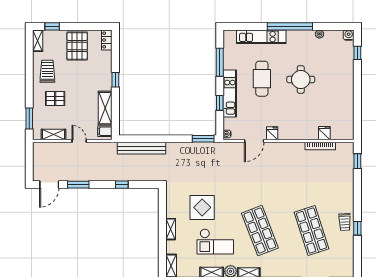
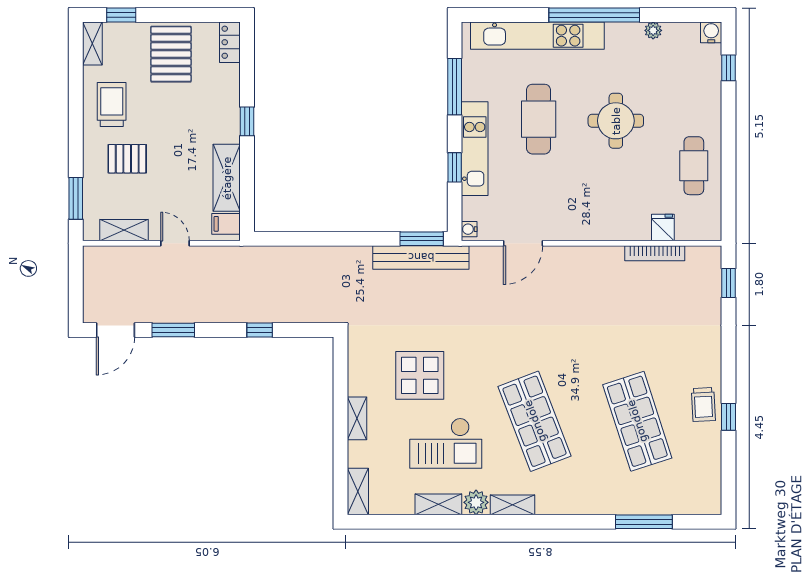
kitchen unit: (261, 37) -> (537, 36), width x1.36
cafe table: (340, 102) -> (694, 166), added
fridge: (272, 133) -> (559, 228), removed
bench: (141, 148) -> (421, 257), moved

